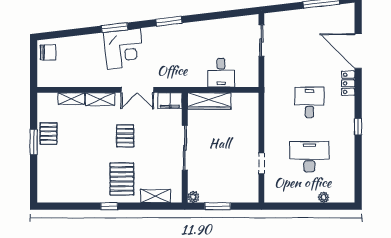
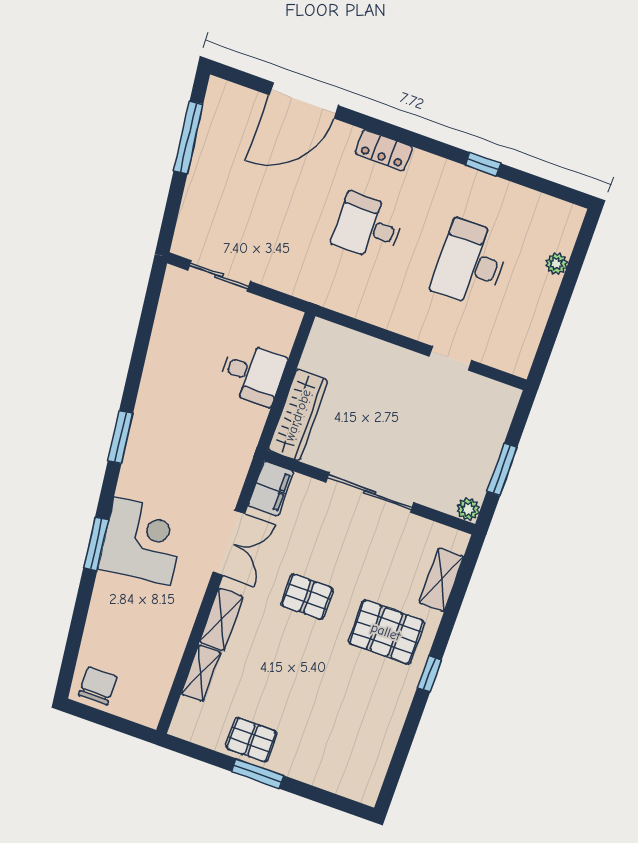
locker: (348, 83) -> (384, 150), moved
window: (358, 127) -> (483, 164), moved

